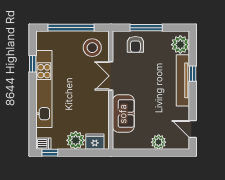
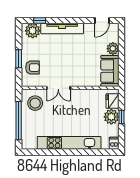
window: (146, 28) -> (19, 59), width x0.69
window: (33, 64) -> (48, 152), removed
window: (193, 74) -> (40, 20), moved
sofa: (123, 114) -> (110, 71), moved, turned -90
window: (50, 153) -> (122, 117), moved

